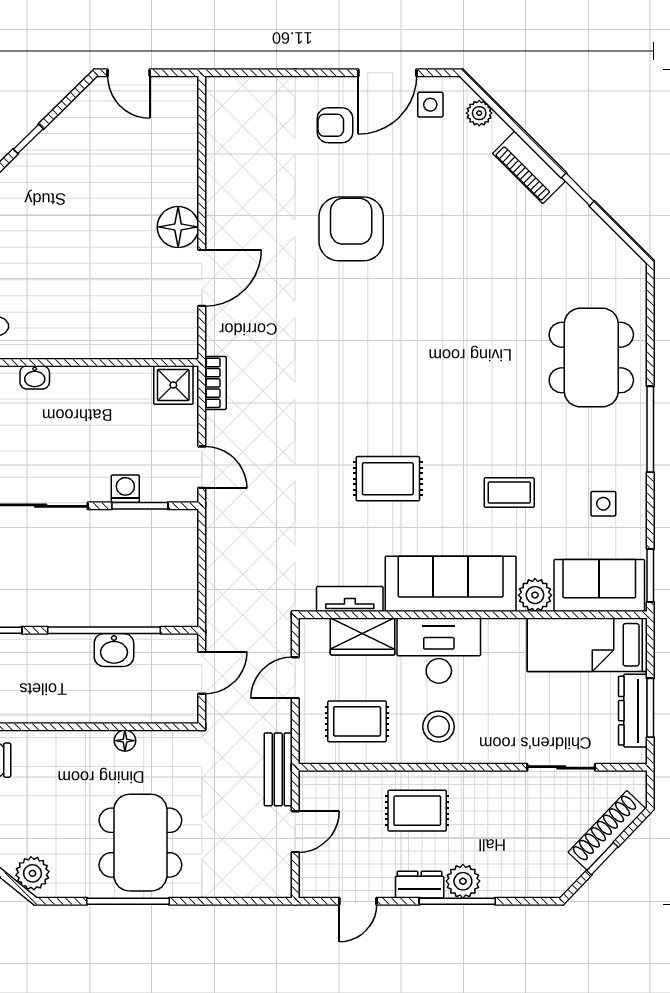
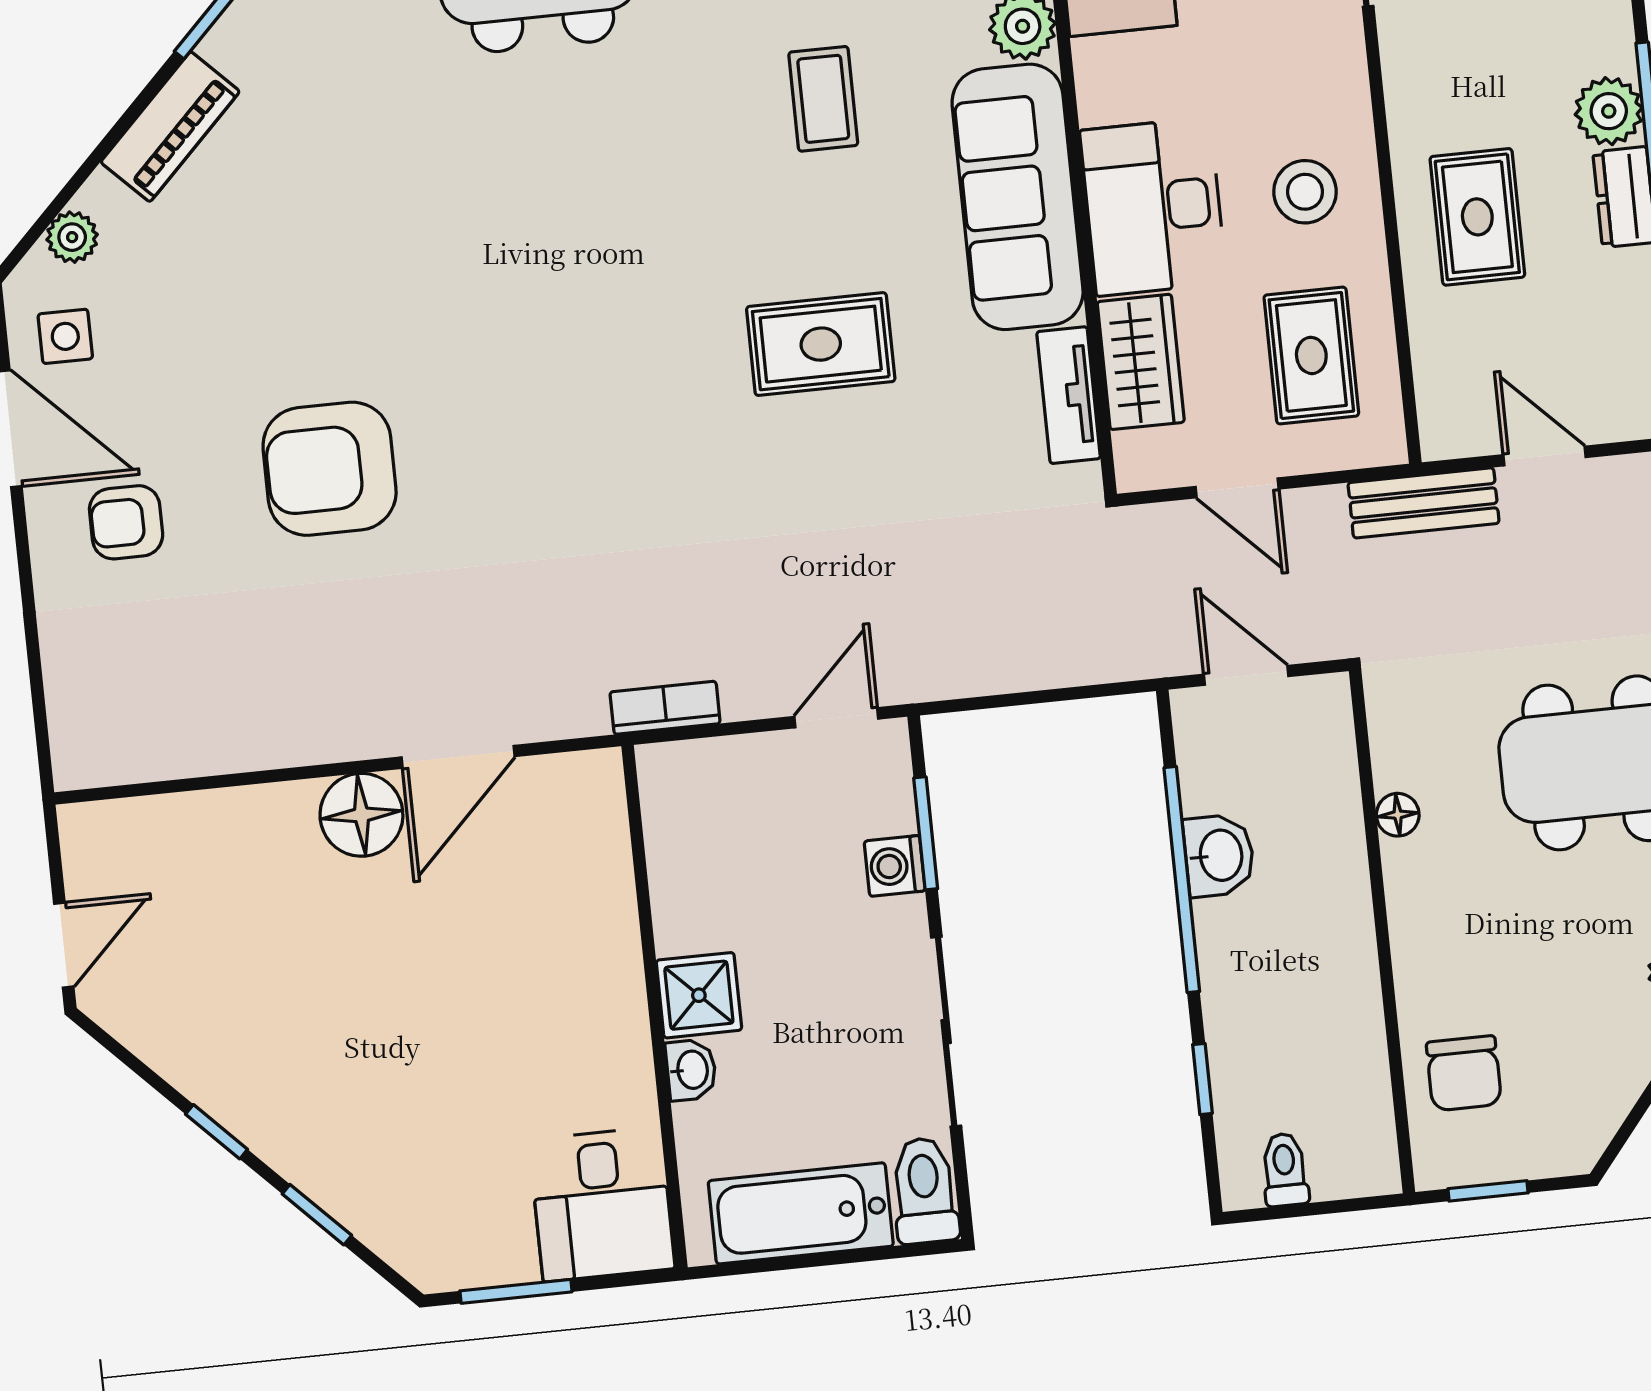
armchair: (335, 125) -> (126, 522), turned 90
door: (202, 278) -> (458, 757), swing flipped
shower: (173, 385) -> (699, 995), moved
rug: (388, 479) -> (821, 344), turned 90

